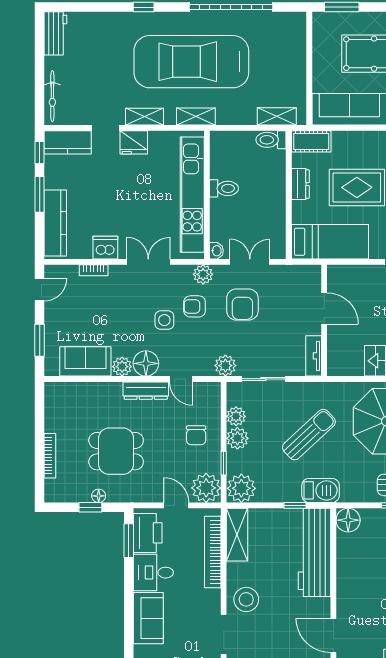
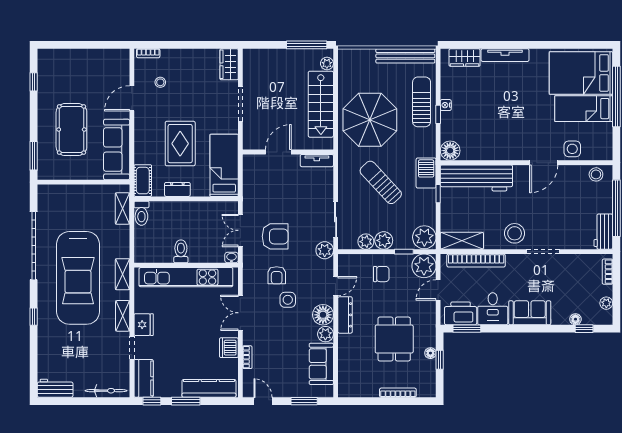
plant: (203, 274) -> (251, 268), removed
door: (324, 308) -> (278, 152), moved
wall: (324, 320) -> (288, 152), moved
tv unit: (314, 356) -> (317, 161), moved

